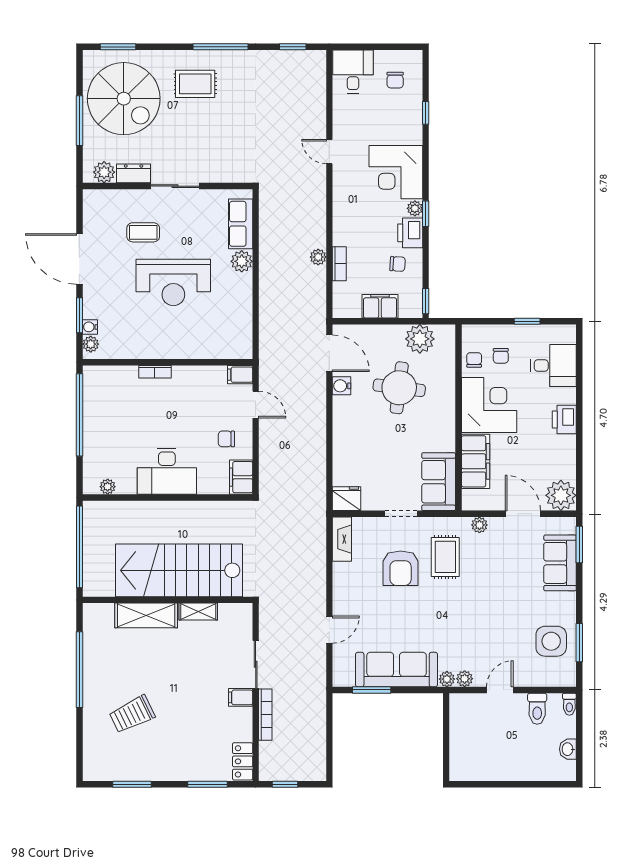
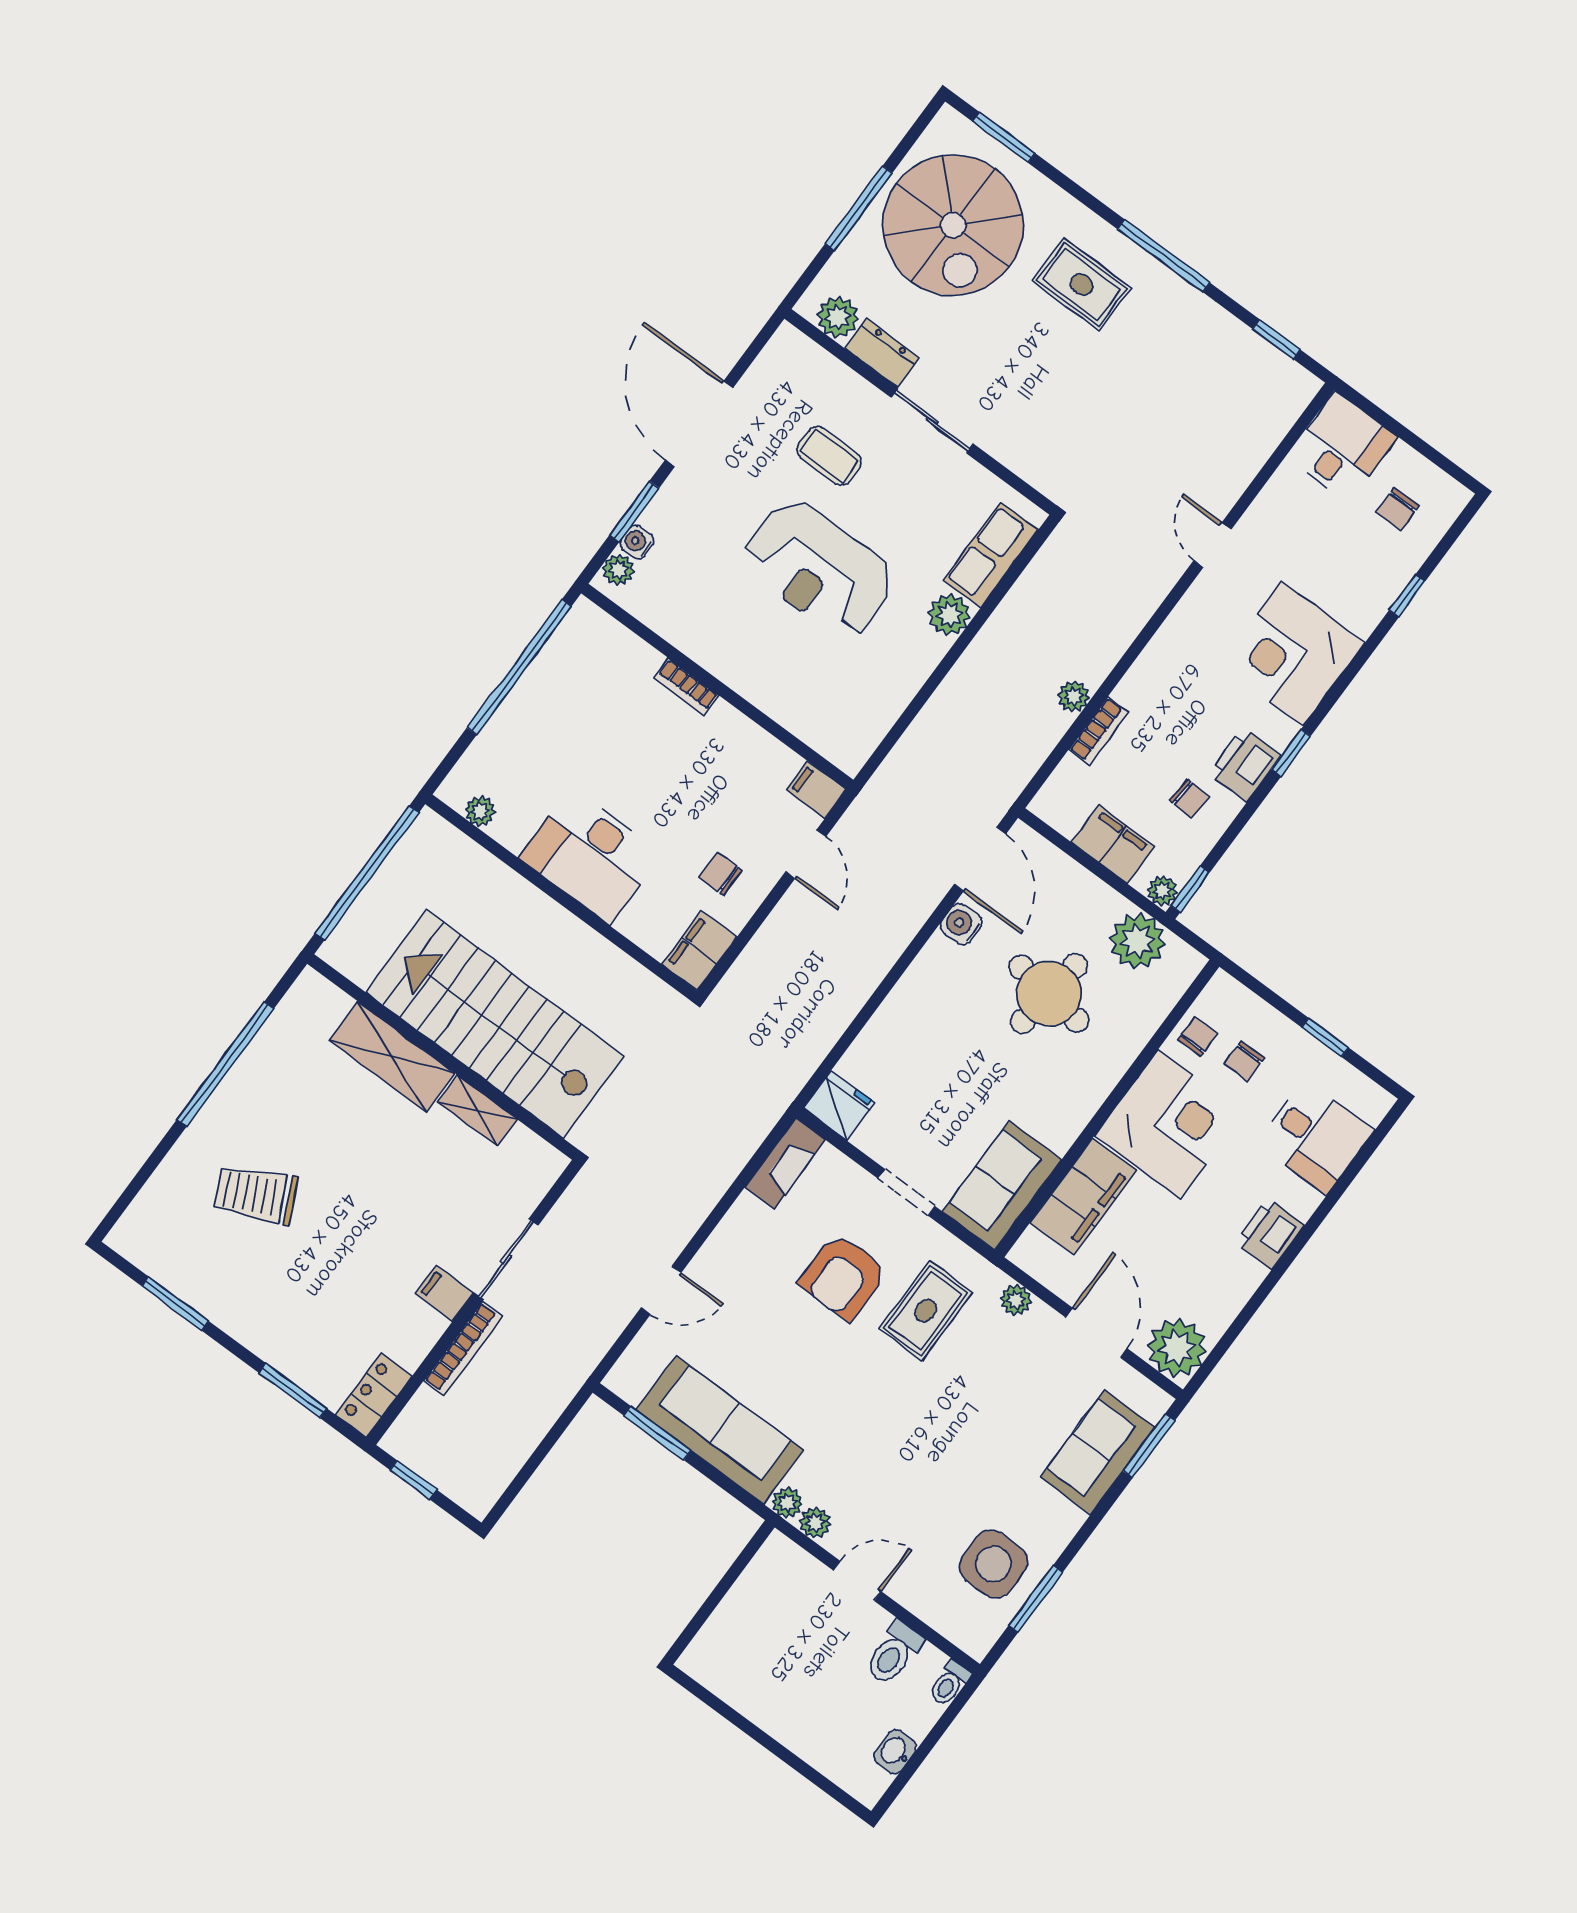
plant: (415, 208) -> (1163, 891), moved

